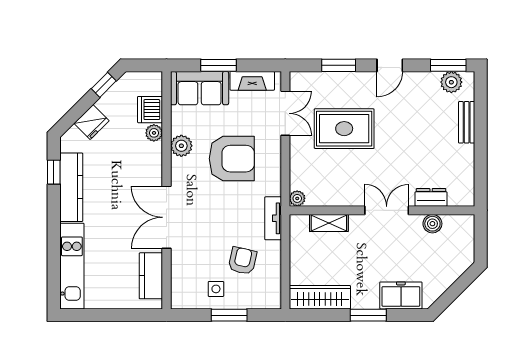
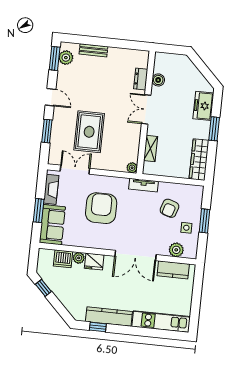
fridge: (91, 122) -> (94, 262), moved, turned 135
plant: (181, 146) -> (176, 250), moved
armchair: (242, 261) -> (170, 208), turned -86

